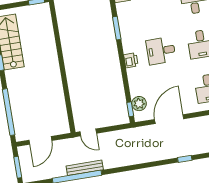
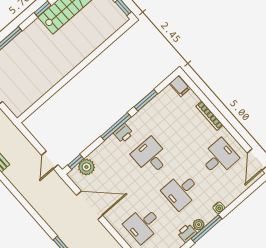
window: (123, 63) -> (116, 127), added
door: (88, 132) -> (50, 160), moved

